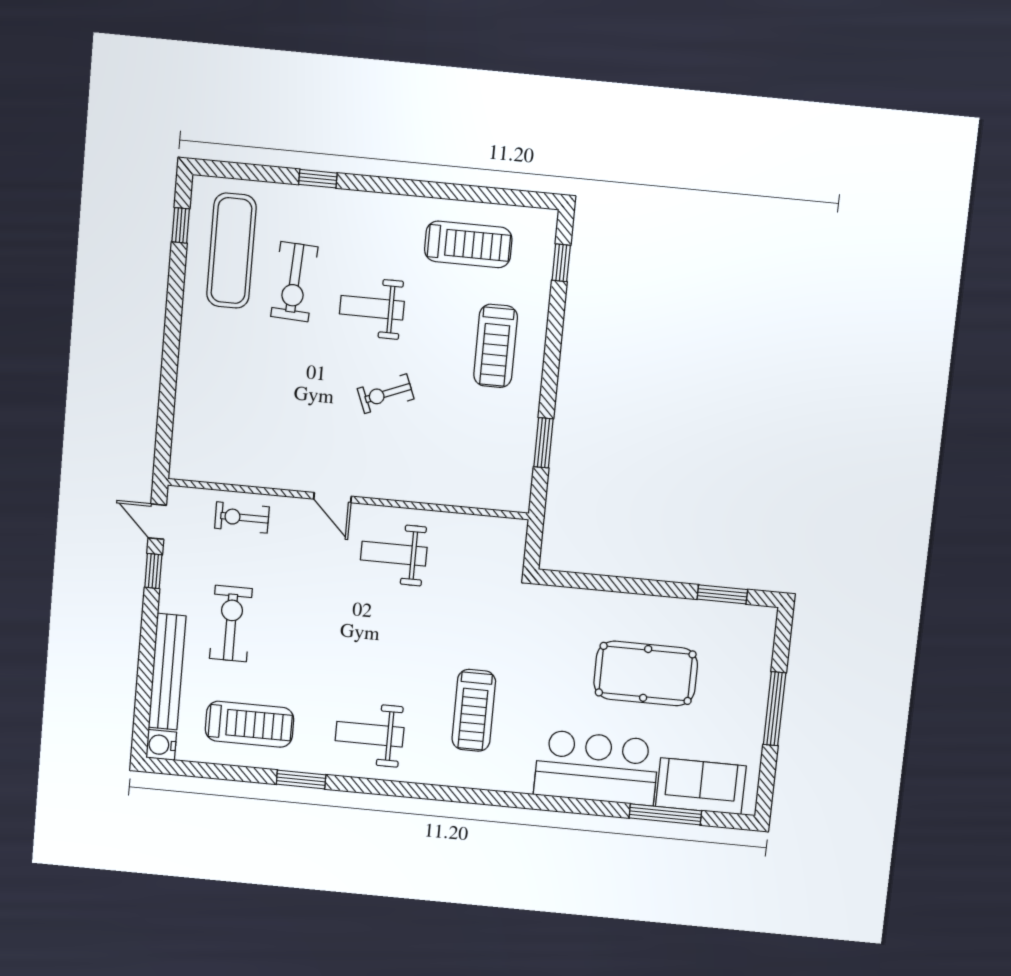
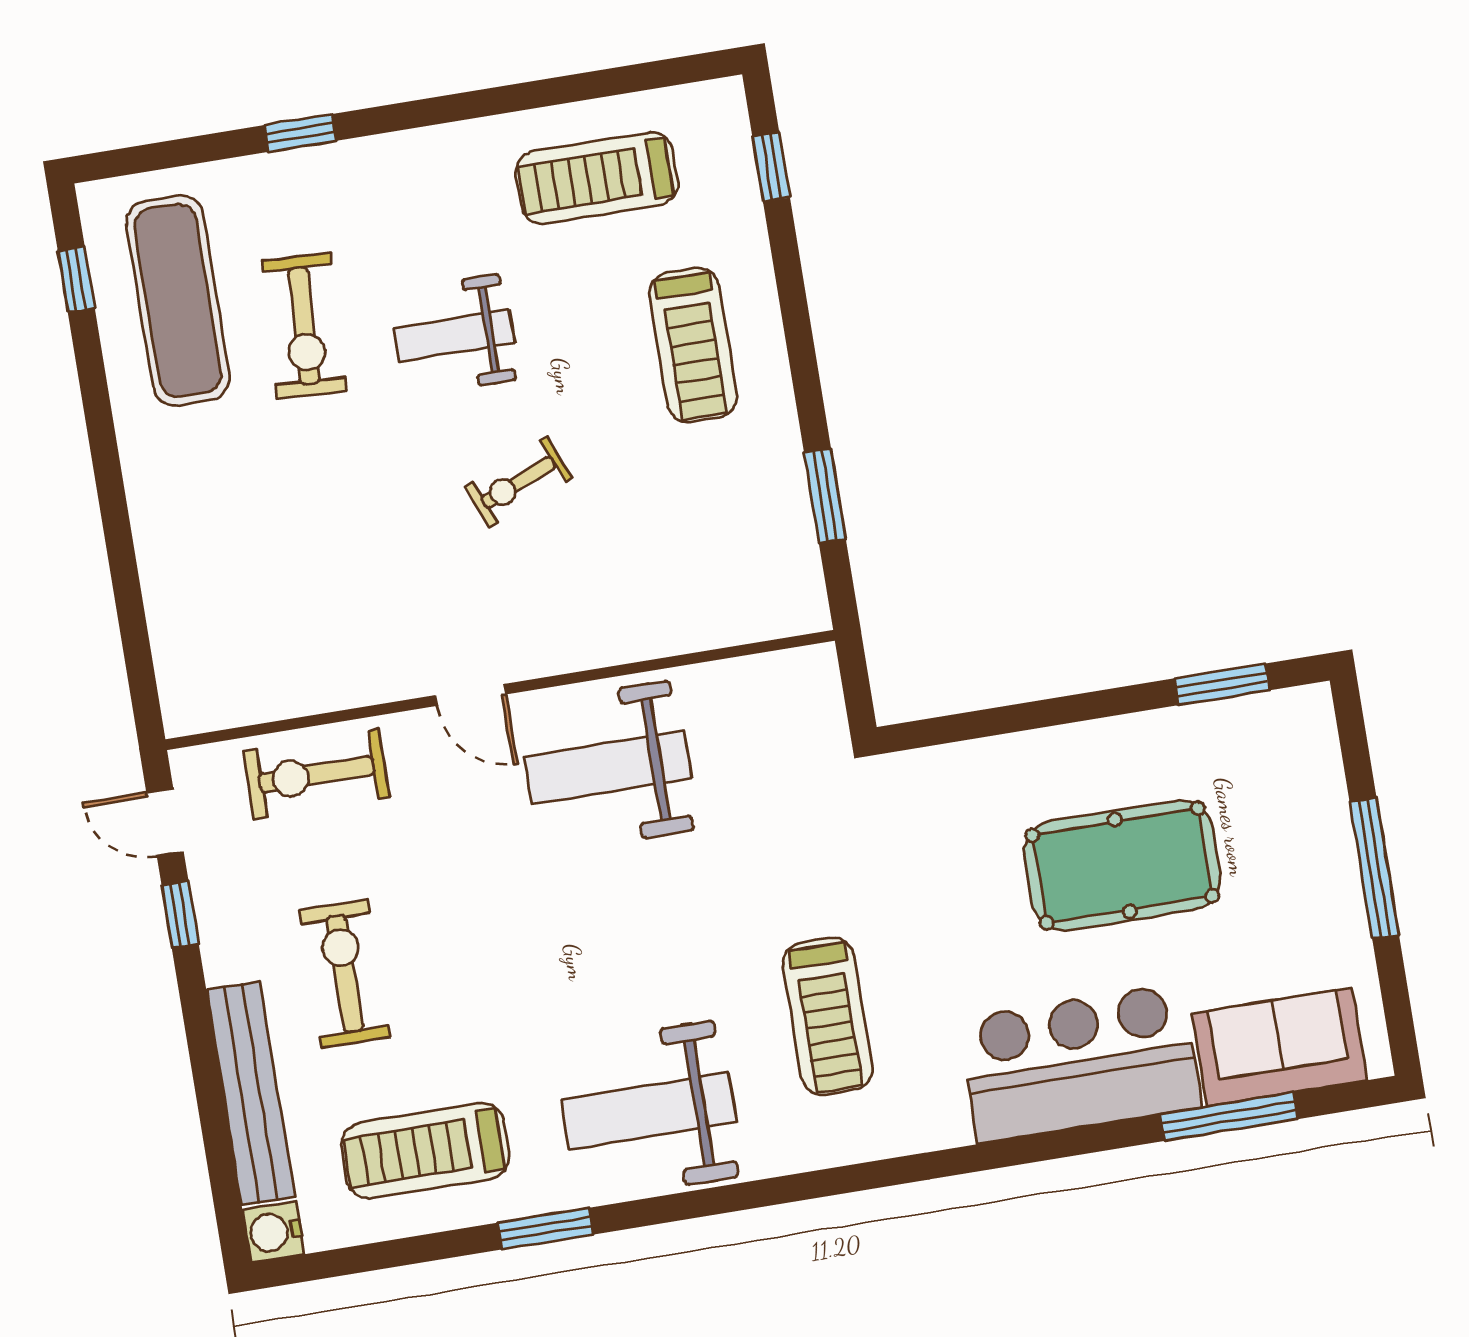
treadmill: (468, 244) -> (597, 178), turned 180
exercise bike: (242, 517) -> (316, 774), width x1.38, depth x1.39
weight bench: (394, 554) -> (608, 767), width x1.36, depth x1.33
treadmill: (249, 724) -> (425, 1151), turned 180
weight bench: (370, 734) -> (649, 1111), width x1.36, depth x1.33

